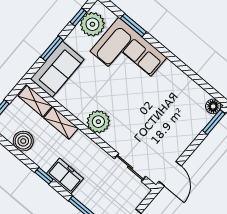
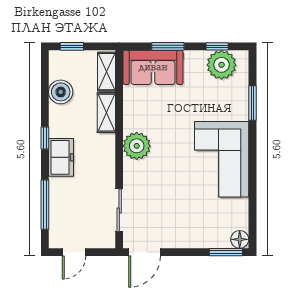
corner sofa: (128, 54) -> (222, 159), moved

